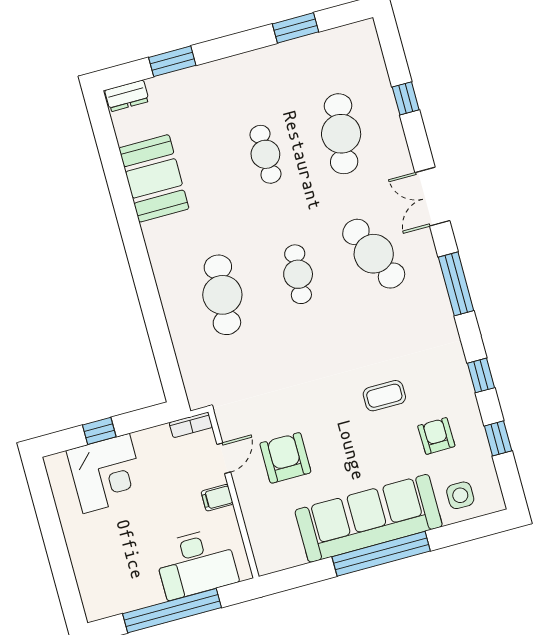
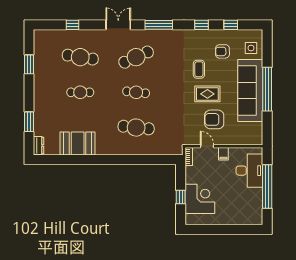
double door: (432, 197) -> (118, 25), swing flipped
rug: (336, 428) -> (207, 94), added

